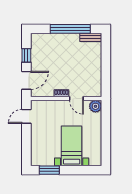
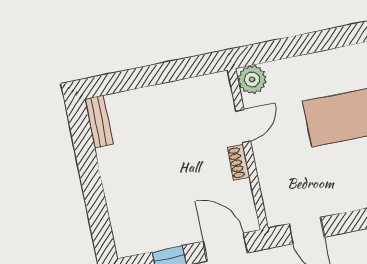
window: (70, 29) -> (89, 172), removed

